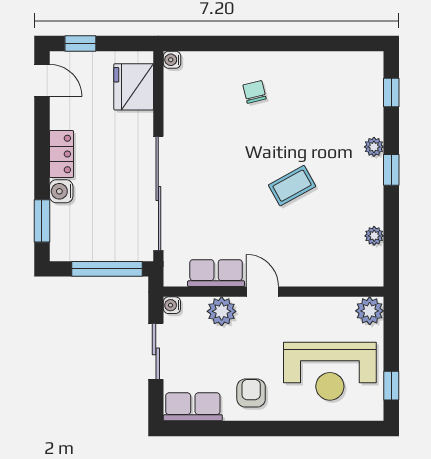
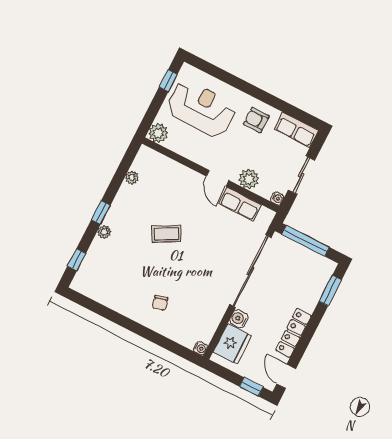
locker: (61, 154) -> (294, 333), width x1.53
water cooler: (61, 191) -> (239, 319), moved, turned 180
armchair: (251, 393) -> (256, 120), turned 90

